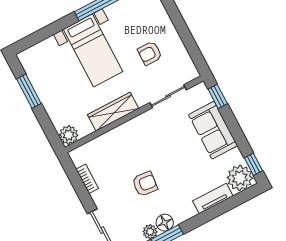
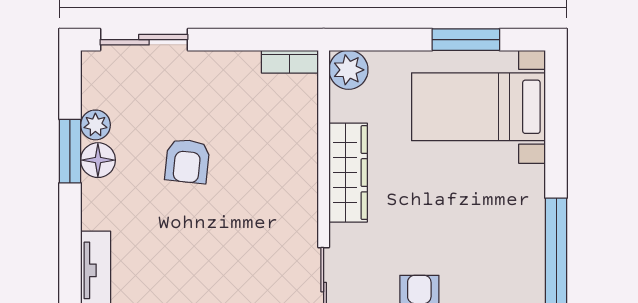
bed with nightstands: (93, 50) -> (479, 107), moved
bookcase: (87, 179) -> (290, 62), moved

